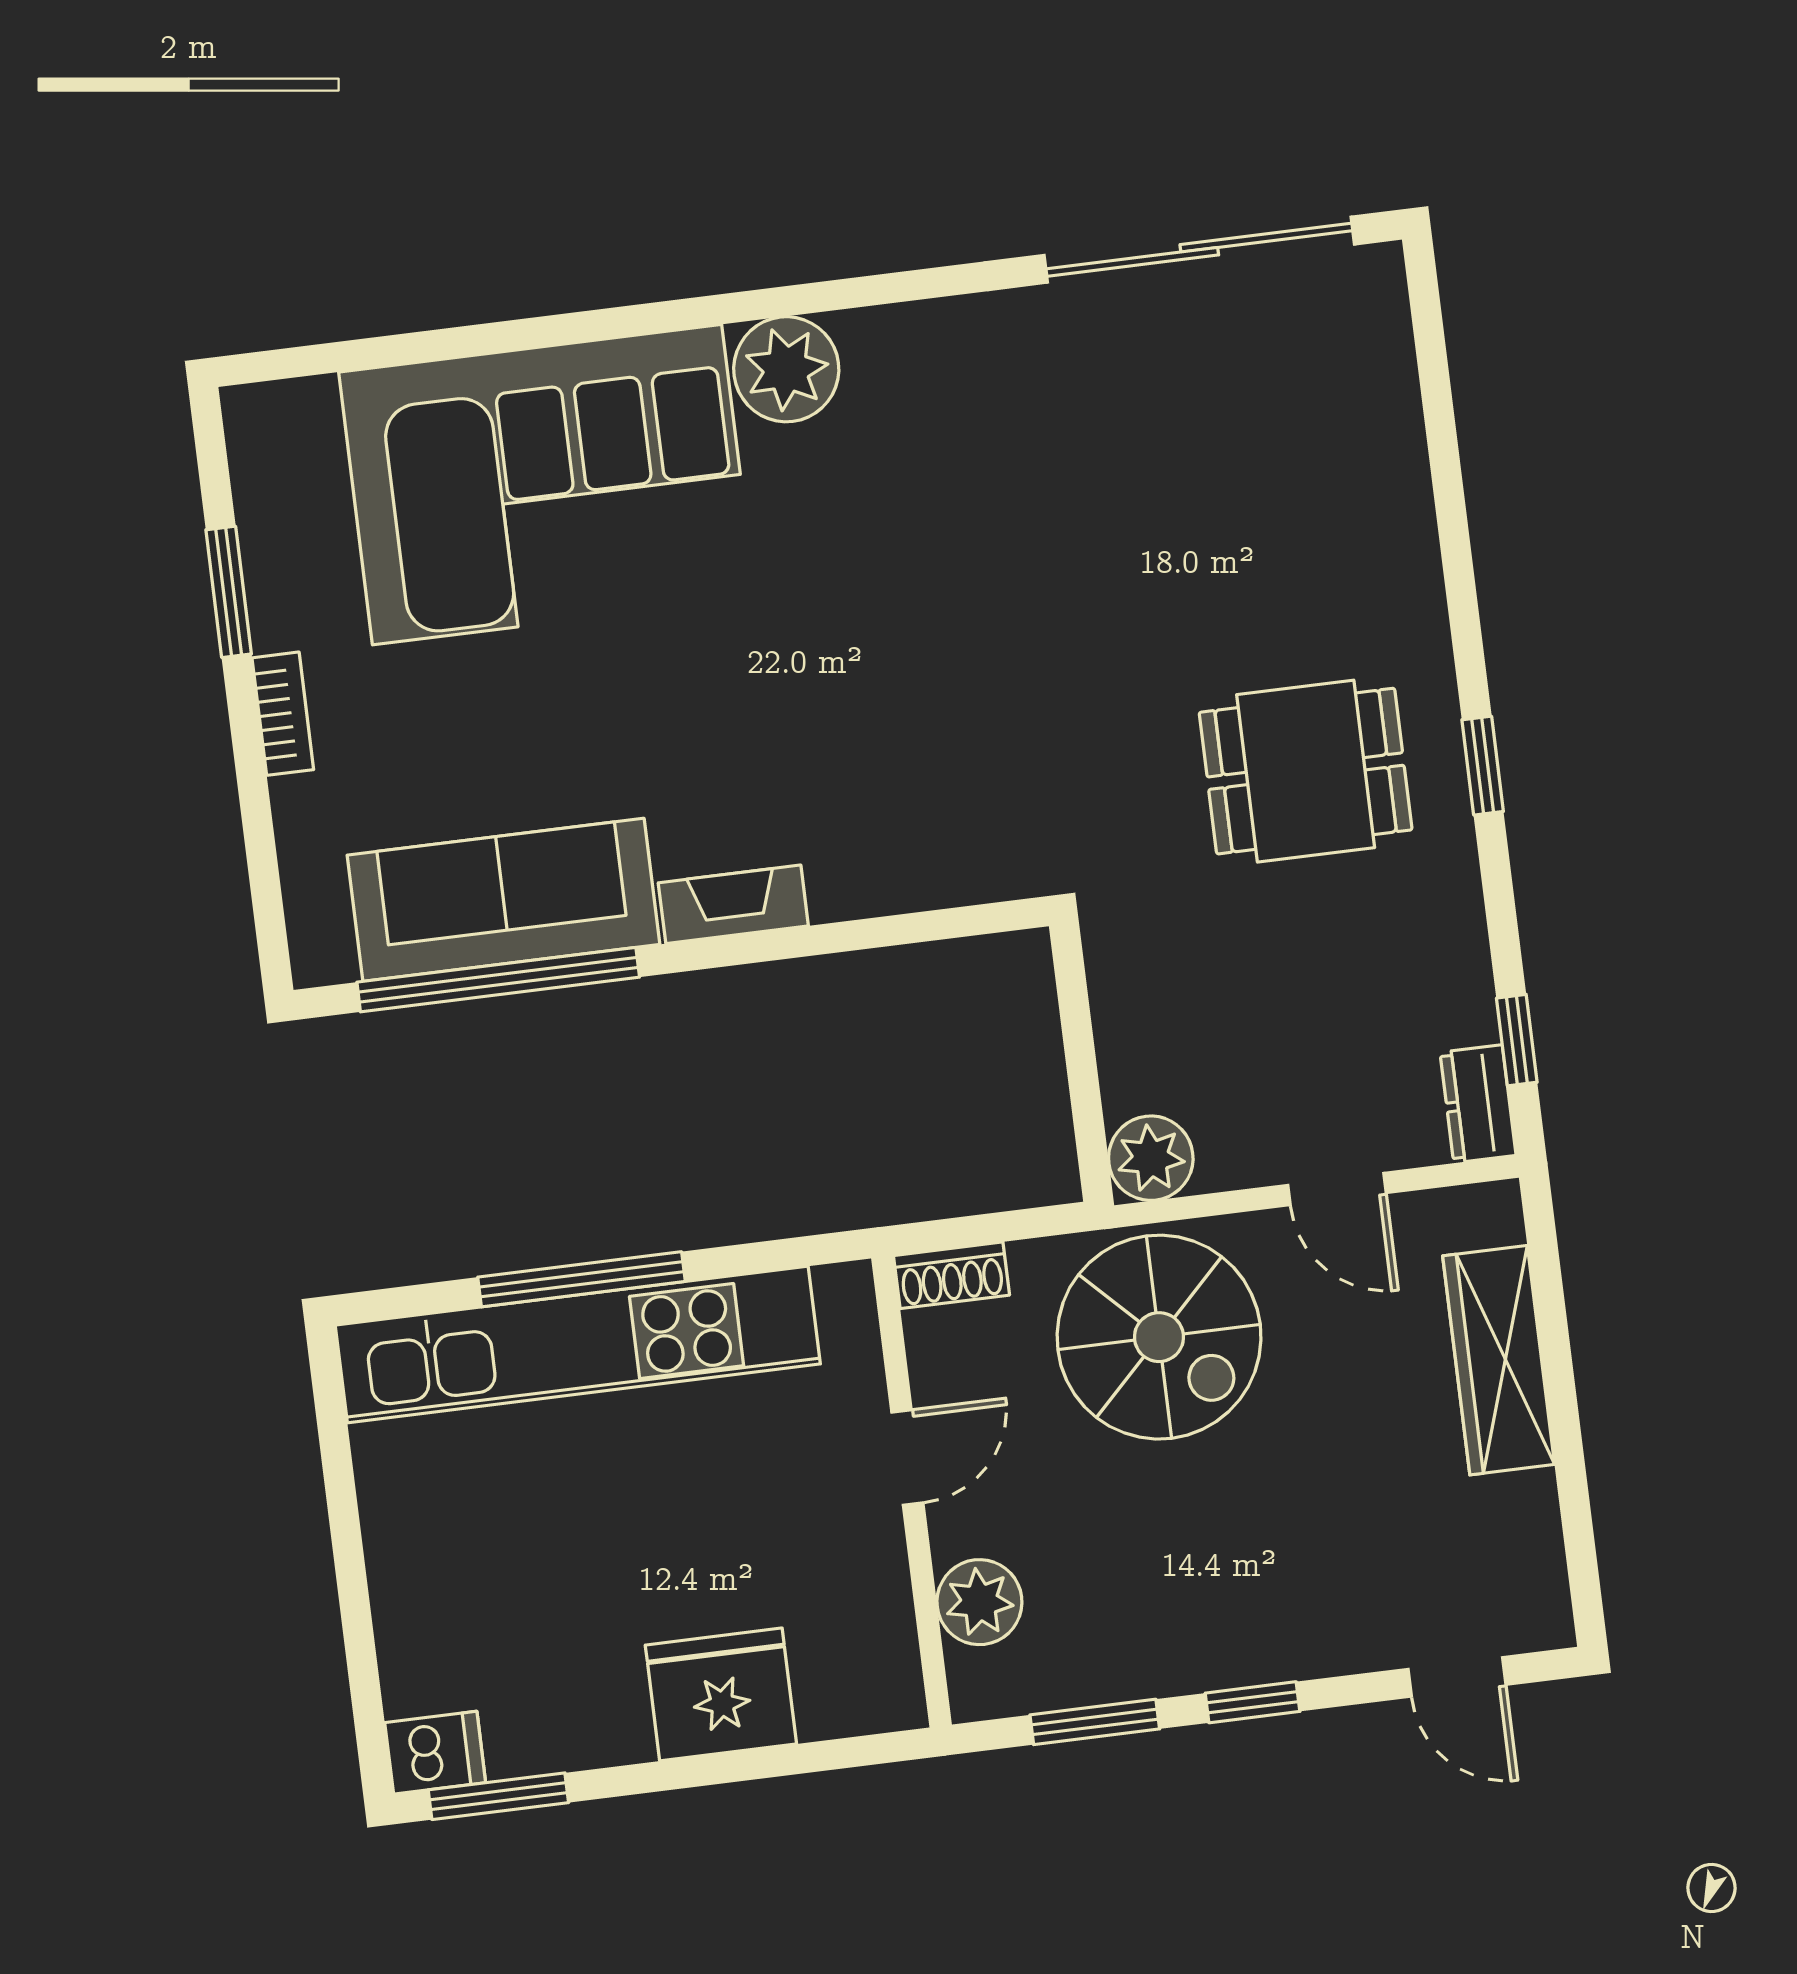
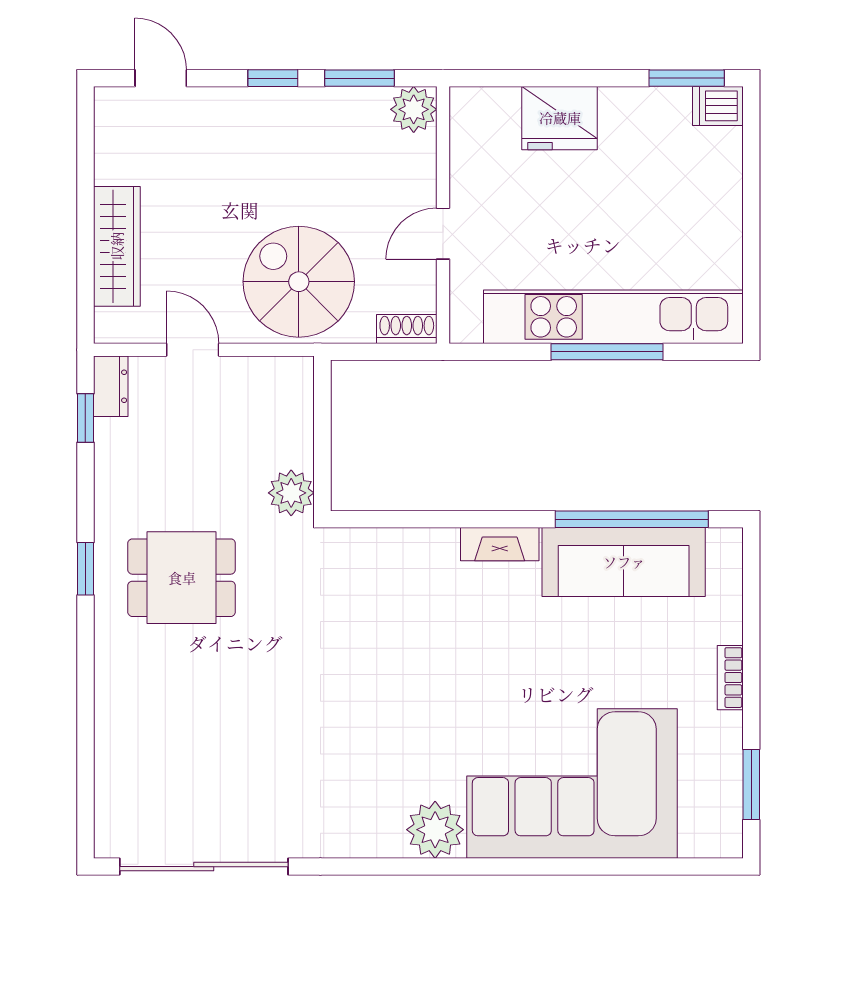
window: (229, 592) -> (751, 784), moved
plant: (1151, 1158) -> (291, 493), moved
plant: (979, 1602) -> (414, 109), moved

